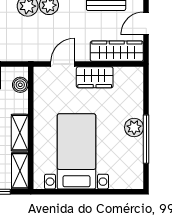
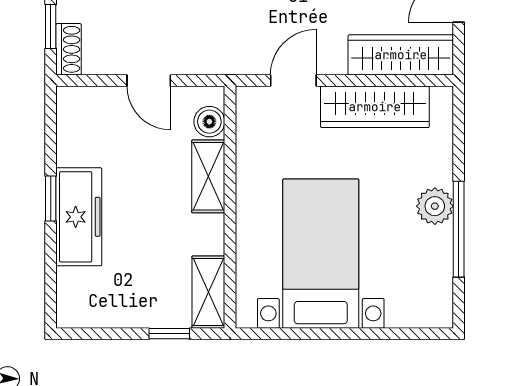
wardrobe: (95, 77) -> (375, 107), width x1.50
shelving: (20, 133) -> (208, 176), moved

